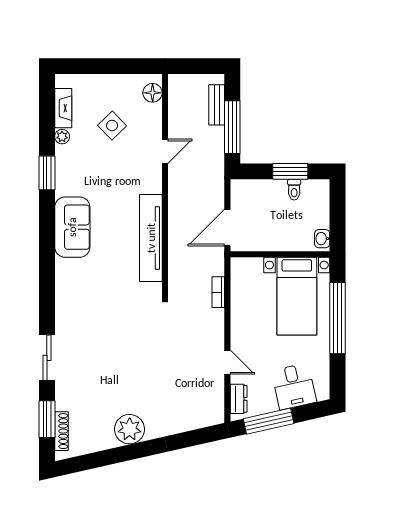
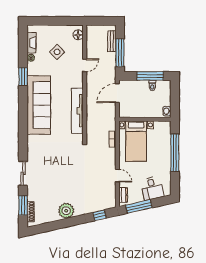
window: (290, 171) -> (150, 76), width x1.44
sofa: (72, 227) -> (39, 105), width x1.85, depth x1.27
door: (227, 228) -> (117, 93), moved
bed with nightstands: (297, 296) -> (136, 141), moved
window: (193, 438) -> (100, 215), added

